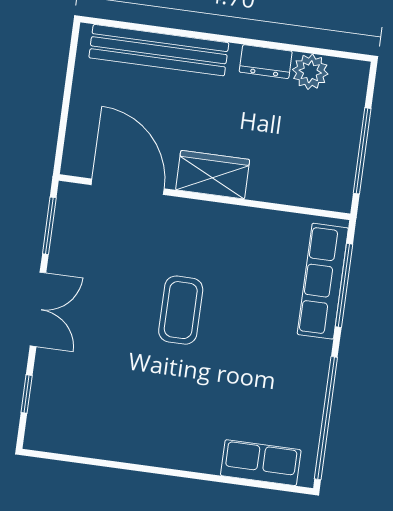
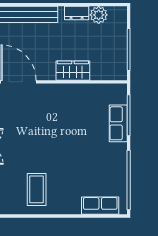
wardrobe: (213, 175) -> (73, 71), moved
row of seats: (323, 281) -> (118, 123), width x0.68
coffee table: (181, 310) -> (37, 189), moved

